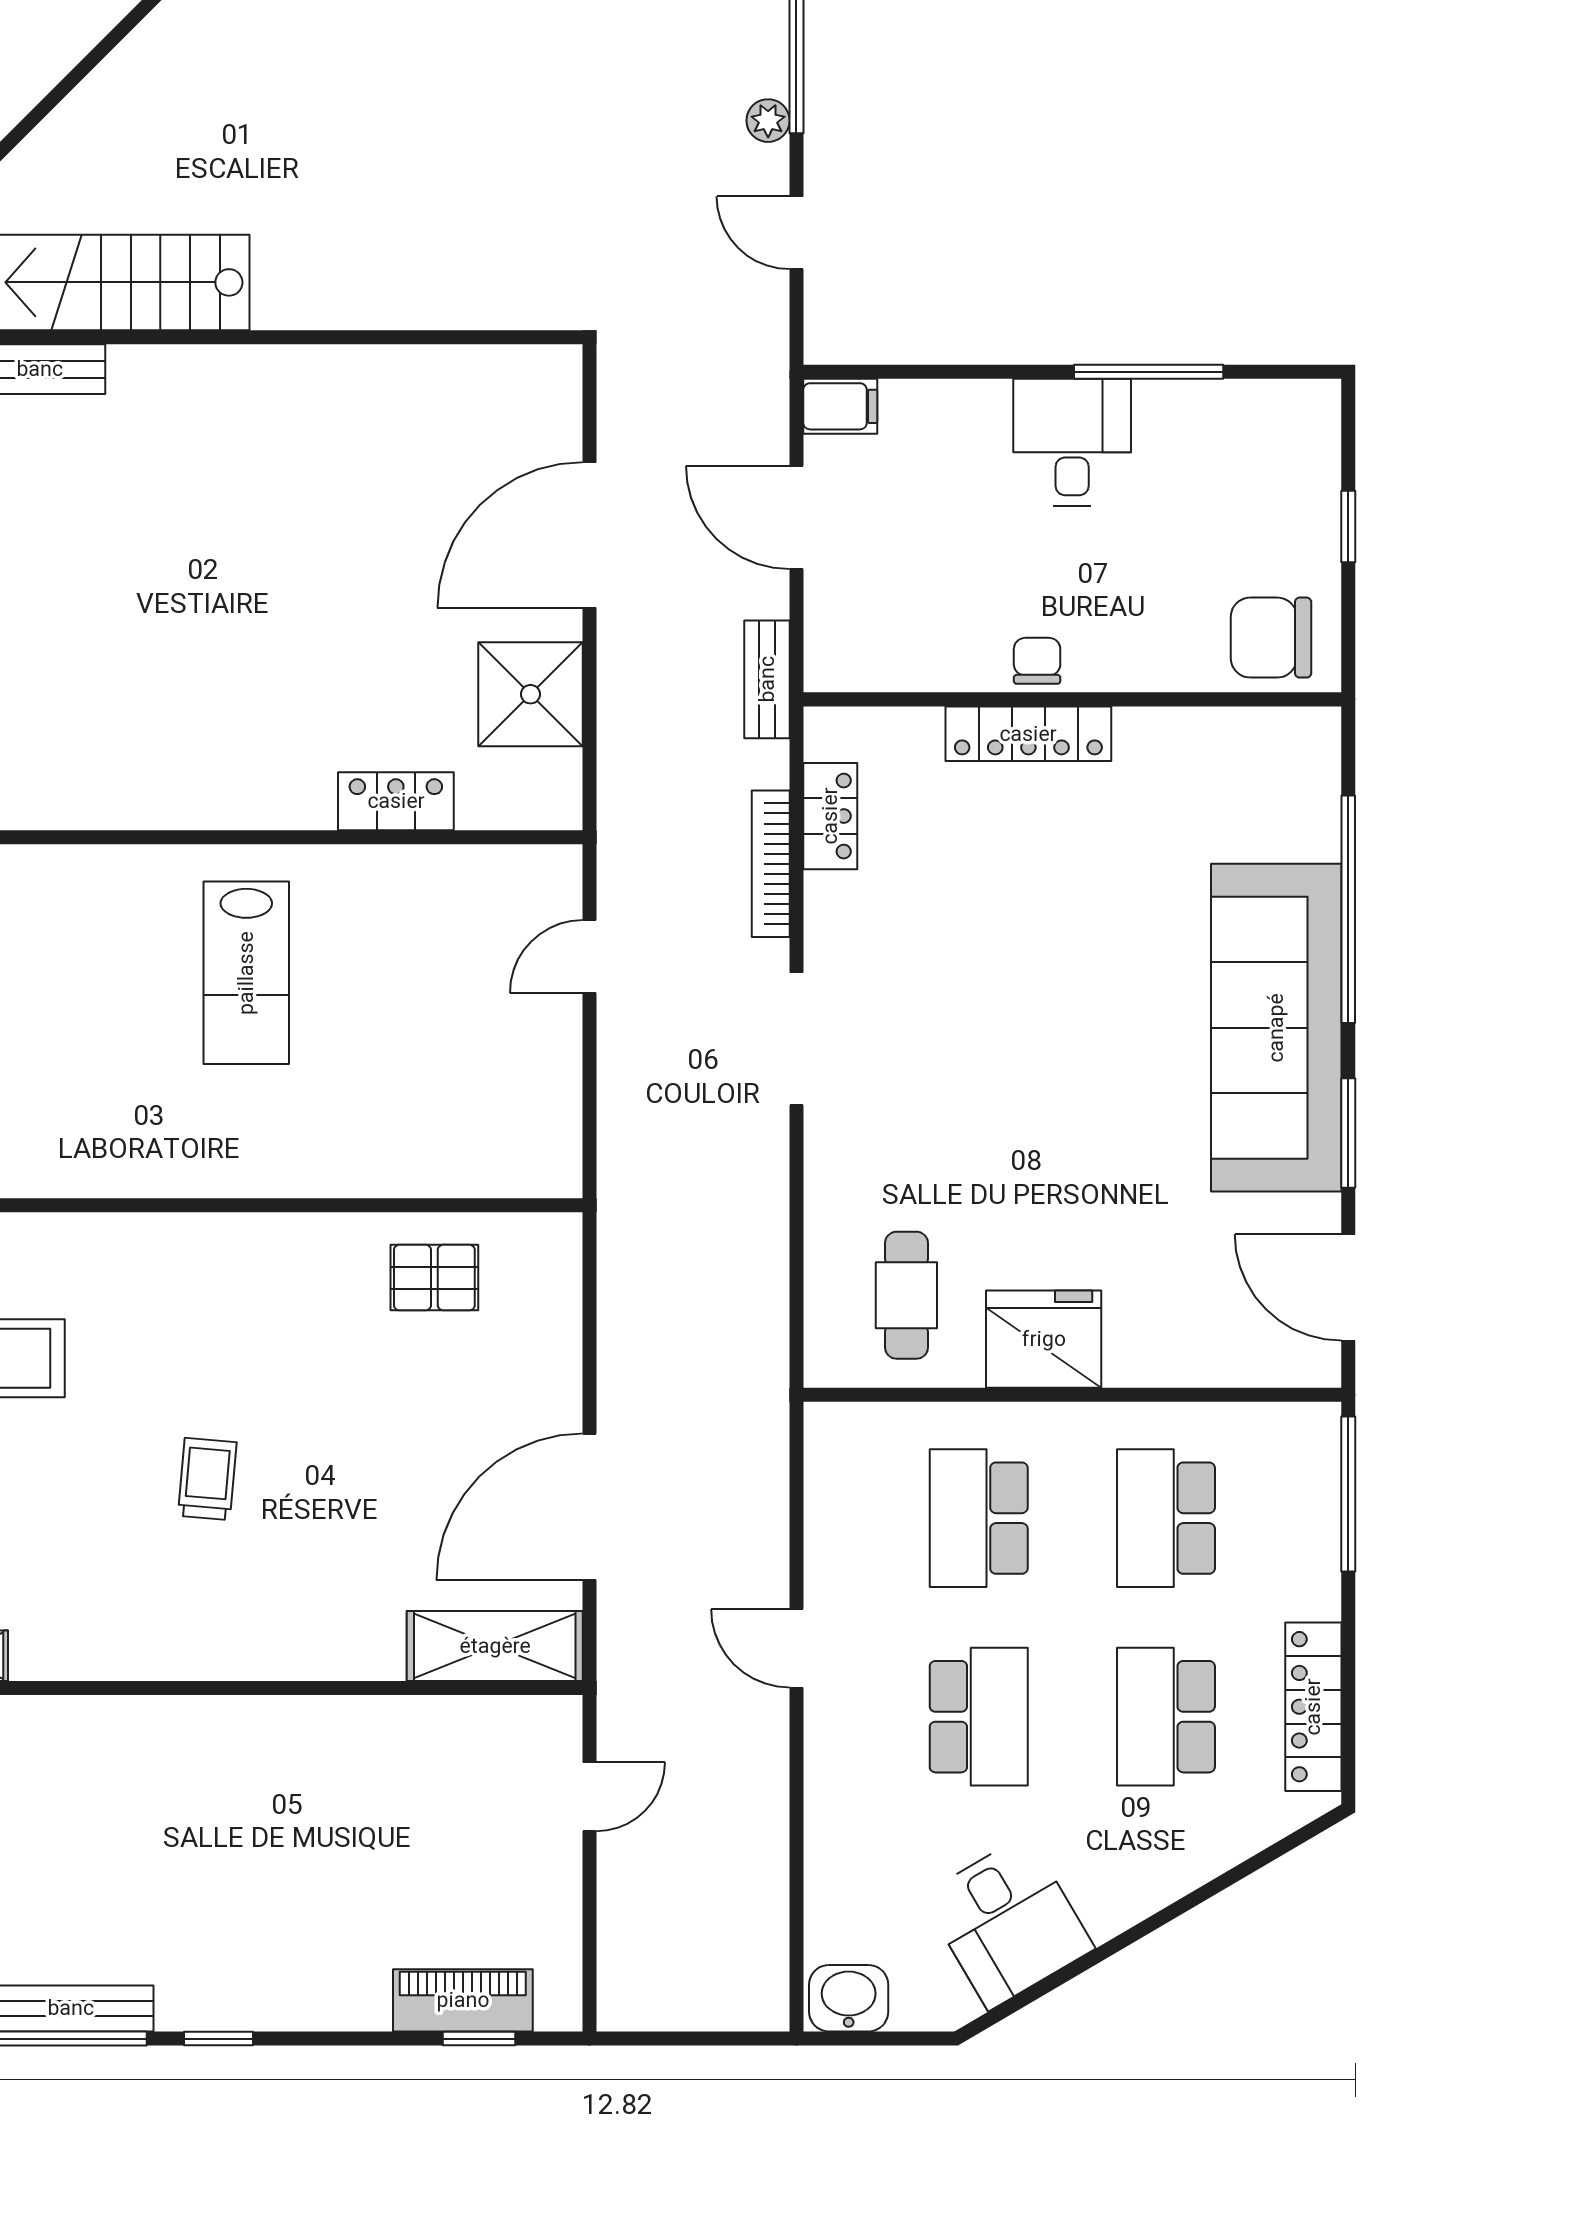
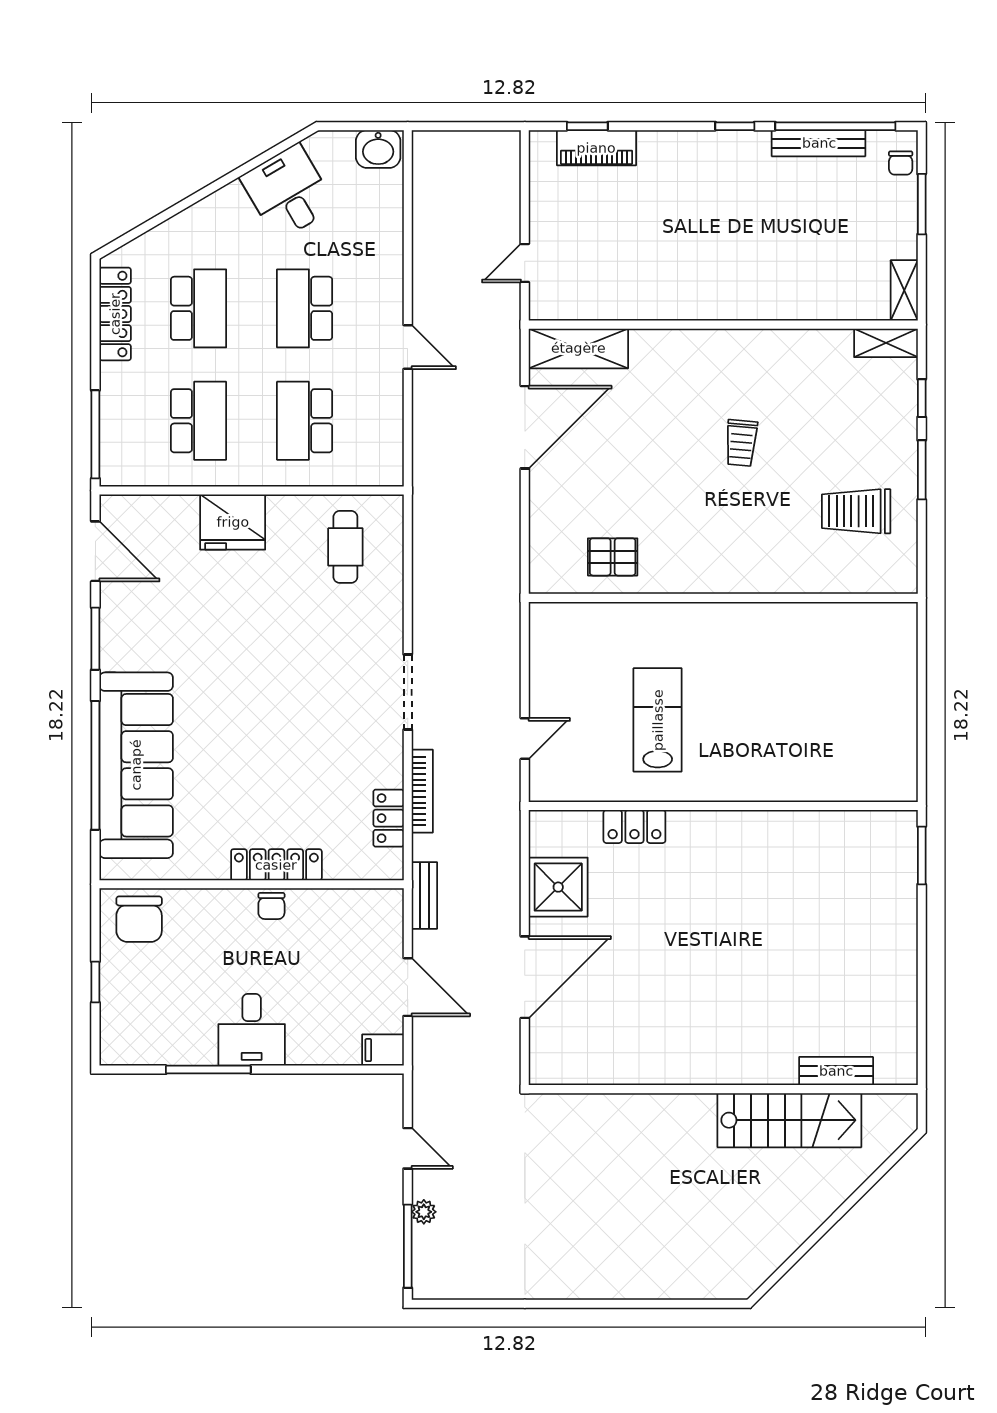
chair: (1271, 638) -> (139, 919), turned 90
lab bench: (246, 973) -> (658, 720), moved
sofa: (1276, 1028) -> (136, 765), moved
fridge: (1044, 1339) -> (233, 522), moved
school desk: (979, 1518) -> (305, 421), turned 180

